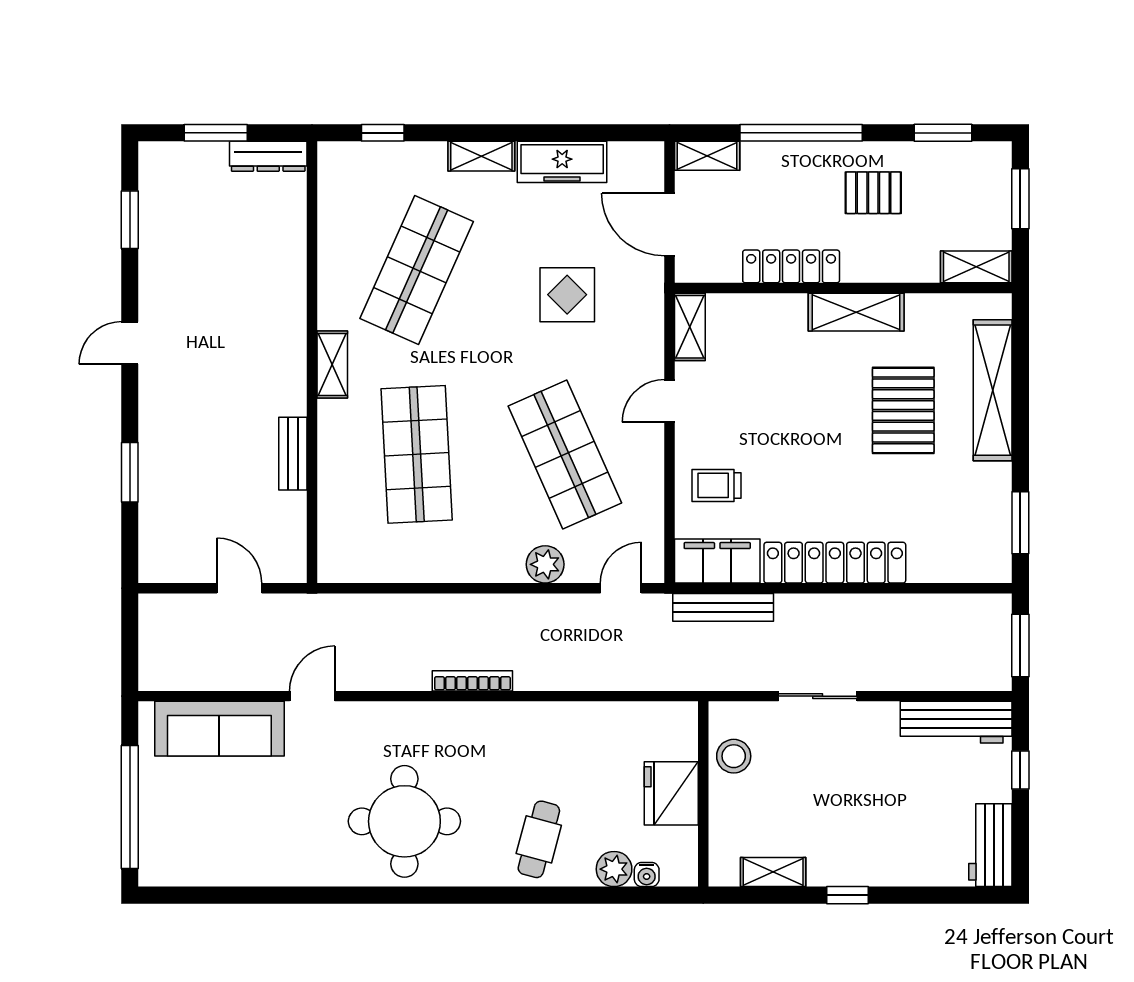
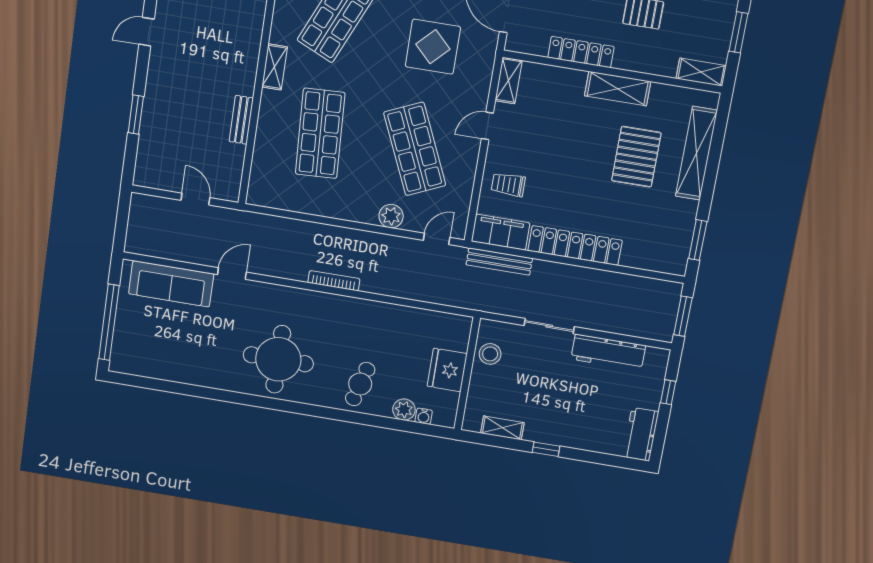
display table: (567, 295) -> (433, 47), width x1.36, depth x1.36
workbench: (956, 722) -> (608, 352), moved

